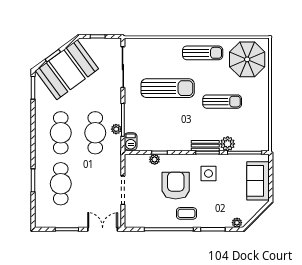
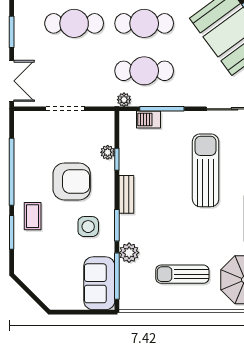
sun lounger: (168, 88) -> (206, 170), turned 180
sun lounger: (222, 102) -> (182, 274), moved, turned 90
plant: (116, 129) -> (124, 100), moved
barbecue: (131, 141) -> (148, 119), moved
bench: (205, 146) -> (126, 194), moved
sofa: (258, 181) -> (99, 283), moved, turned -90
coffee table: (186, 213) -> (33, 216), moved
plant: (237, 223) -> (21, 266), removed

